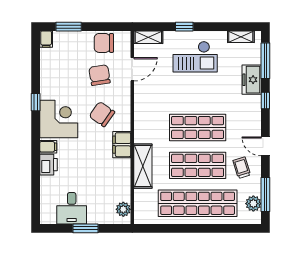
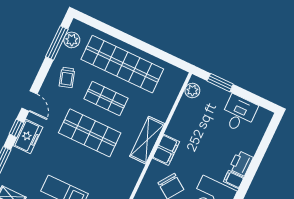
freezer: (252, 80) -> (28, 136), moved
door: (265, 146) -> (29, 101), moved
shop shelf: (198, 165) -> (106, 98), width x0.70, depth x0.74
shelving: (143, 166) -> (147, 140), moved
window: (86, 228) -> (220, 83), moved

